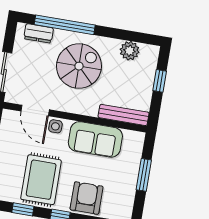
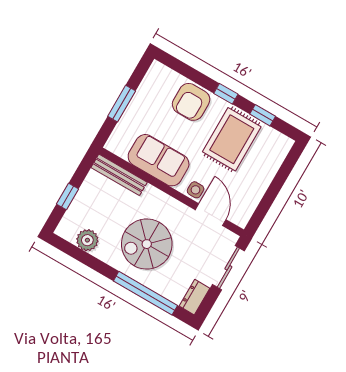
dresser: (39, 33) -> (194, 297), moved, turned -90

